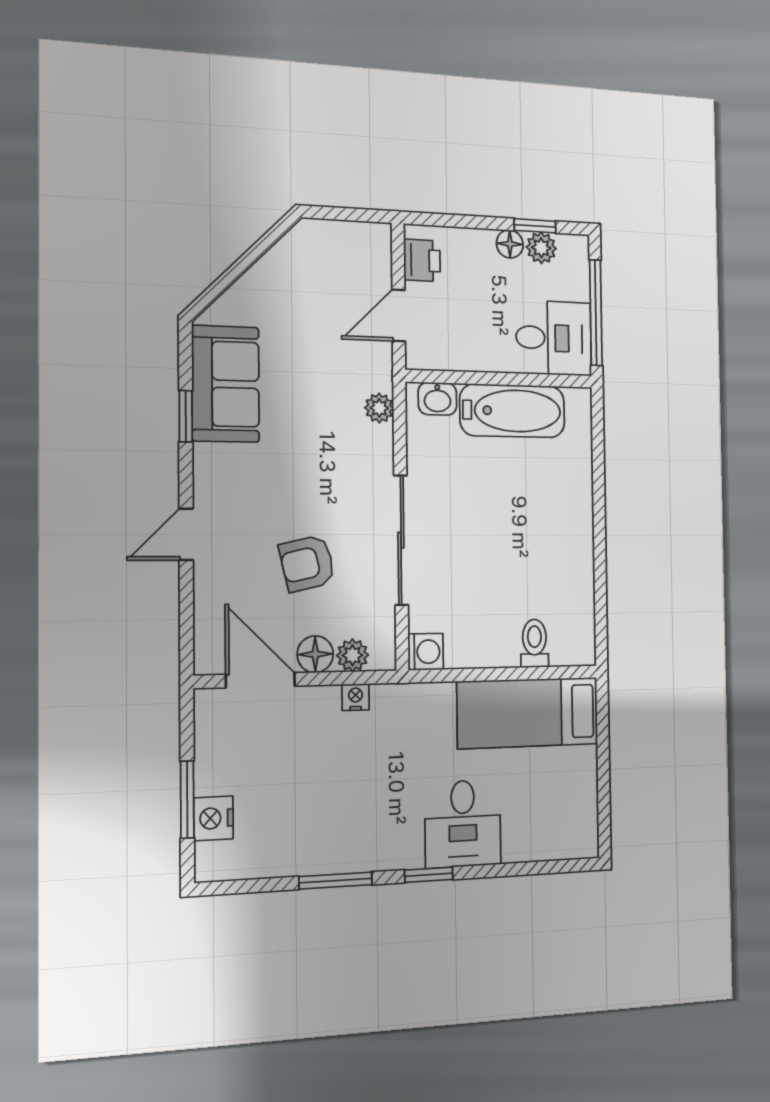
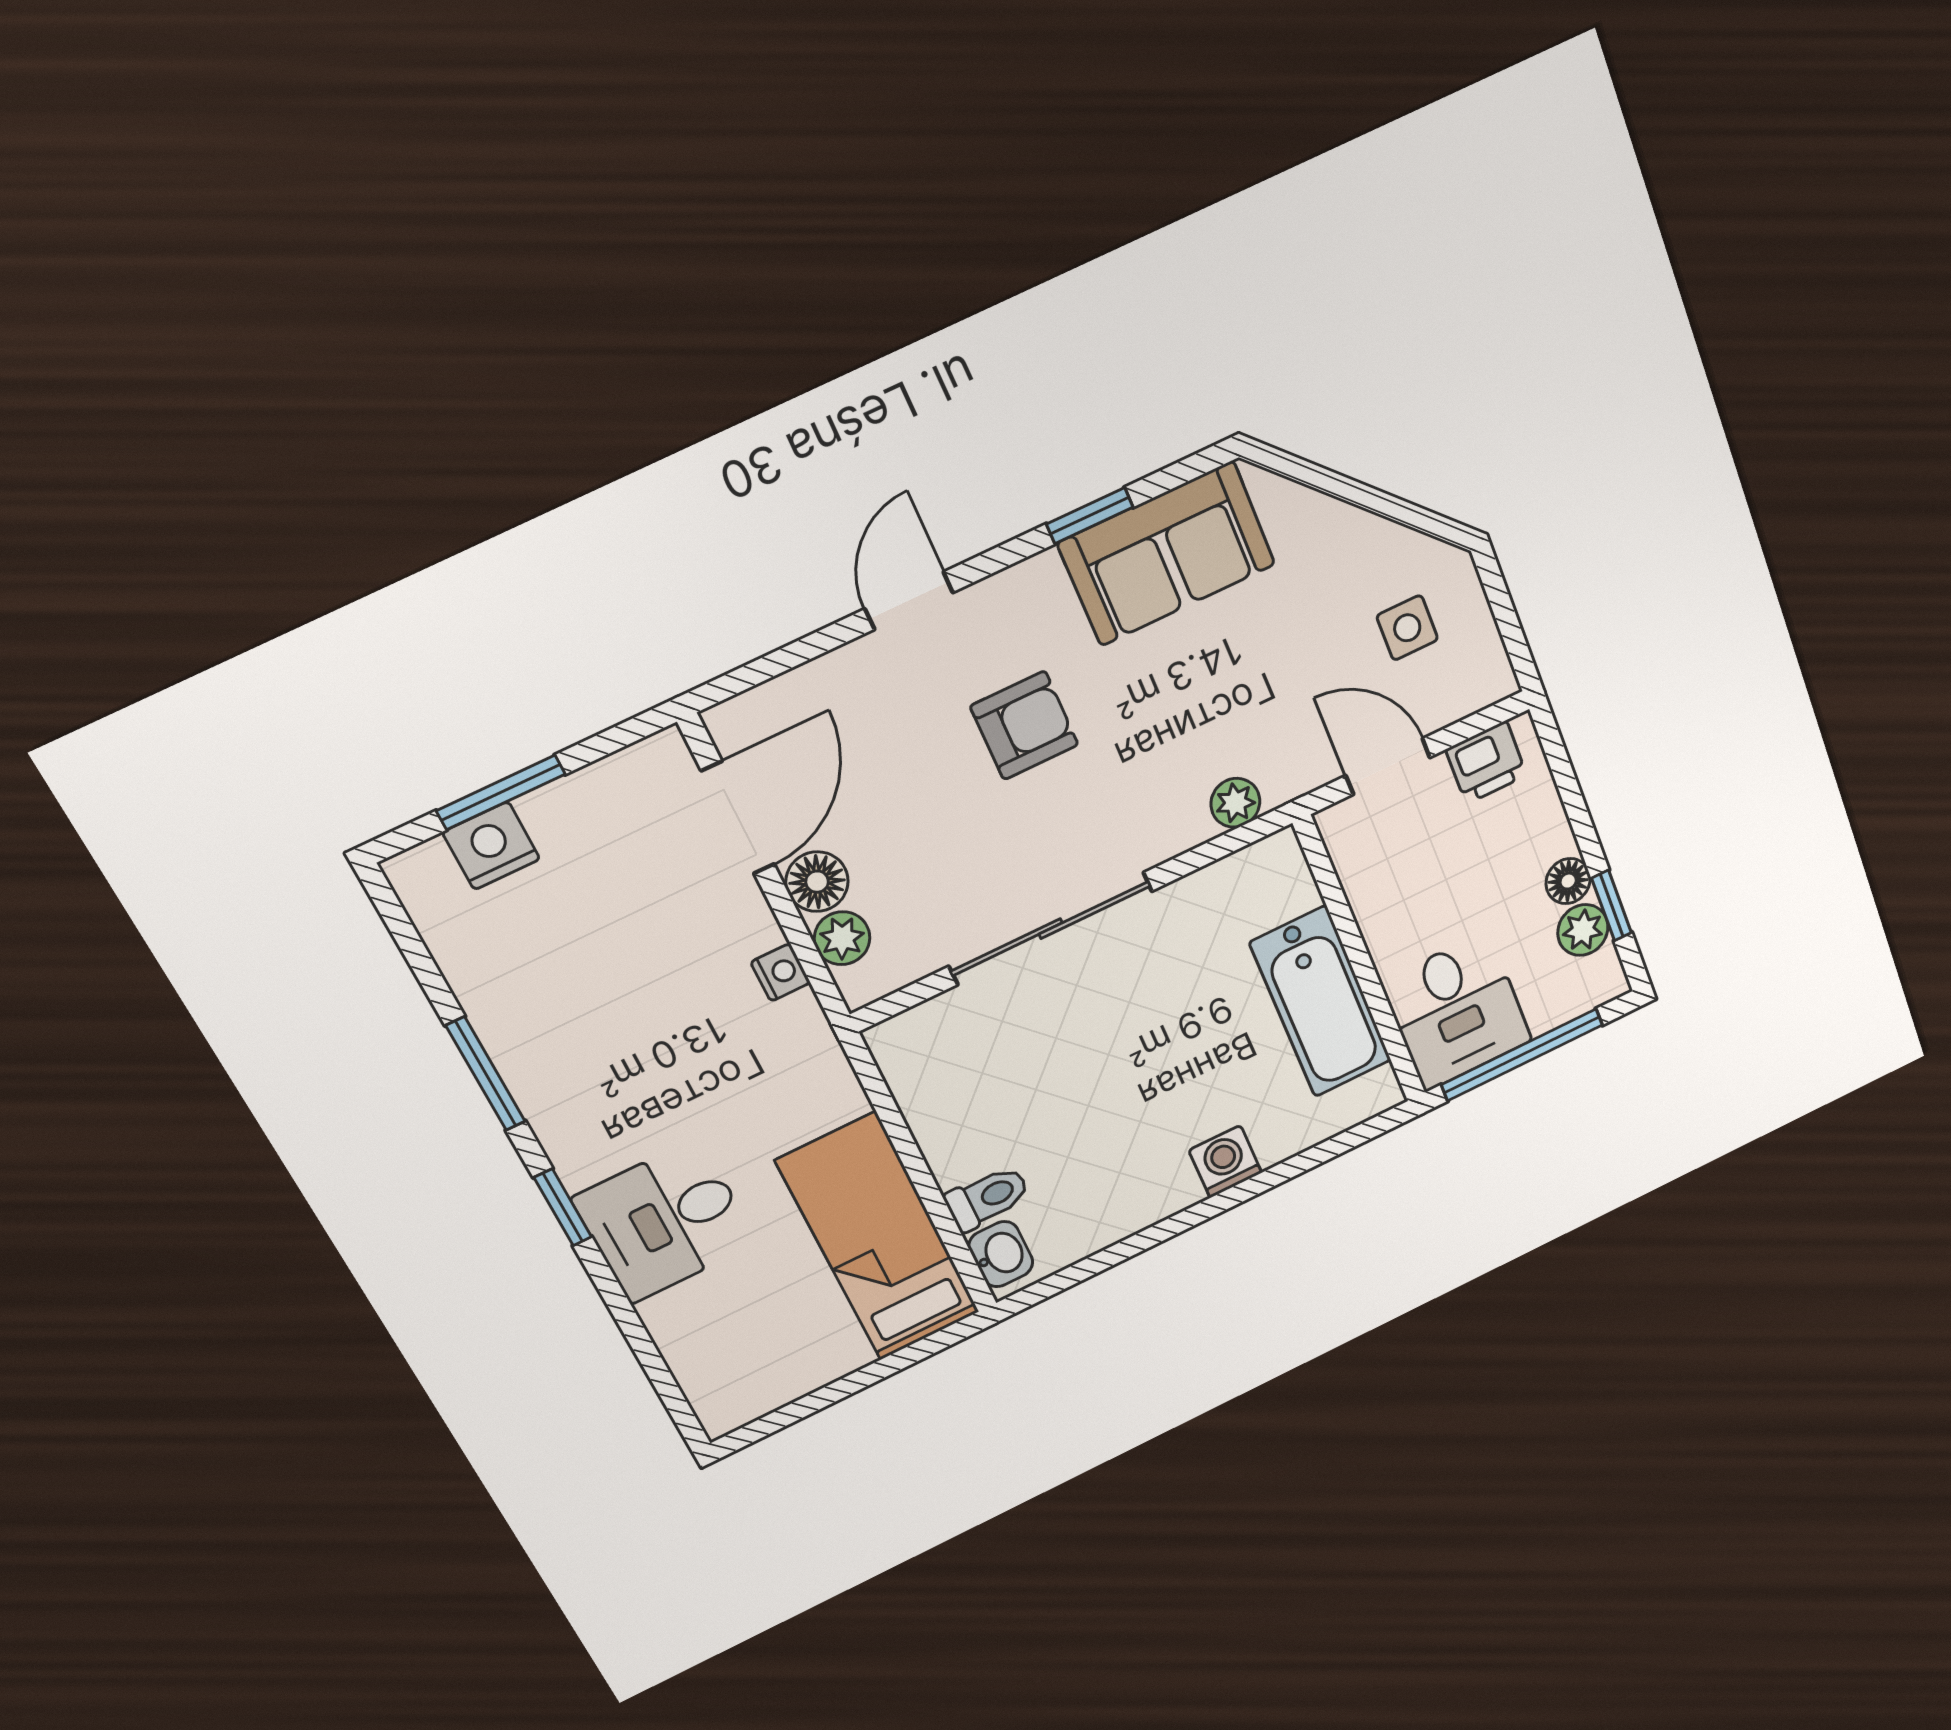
side table: (327, 271) -> (1407, 628), added
washbasin: (437, 399) -> (1001, 1254), moved, turned 180
door: (186, 534) -> (909, 601), hinge flipped
armchair: (307, 563) -> (1024, 725), moved, turned 103
washing machine: (426, 652) -> (1225, 1162), moved, turned 180

